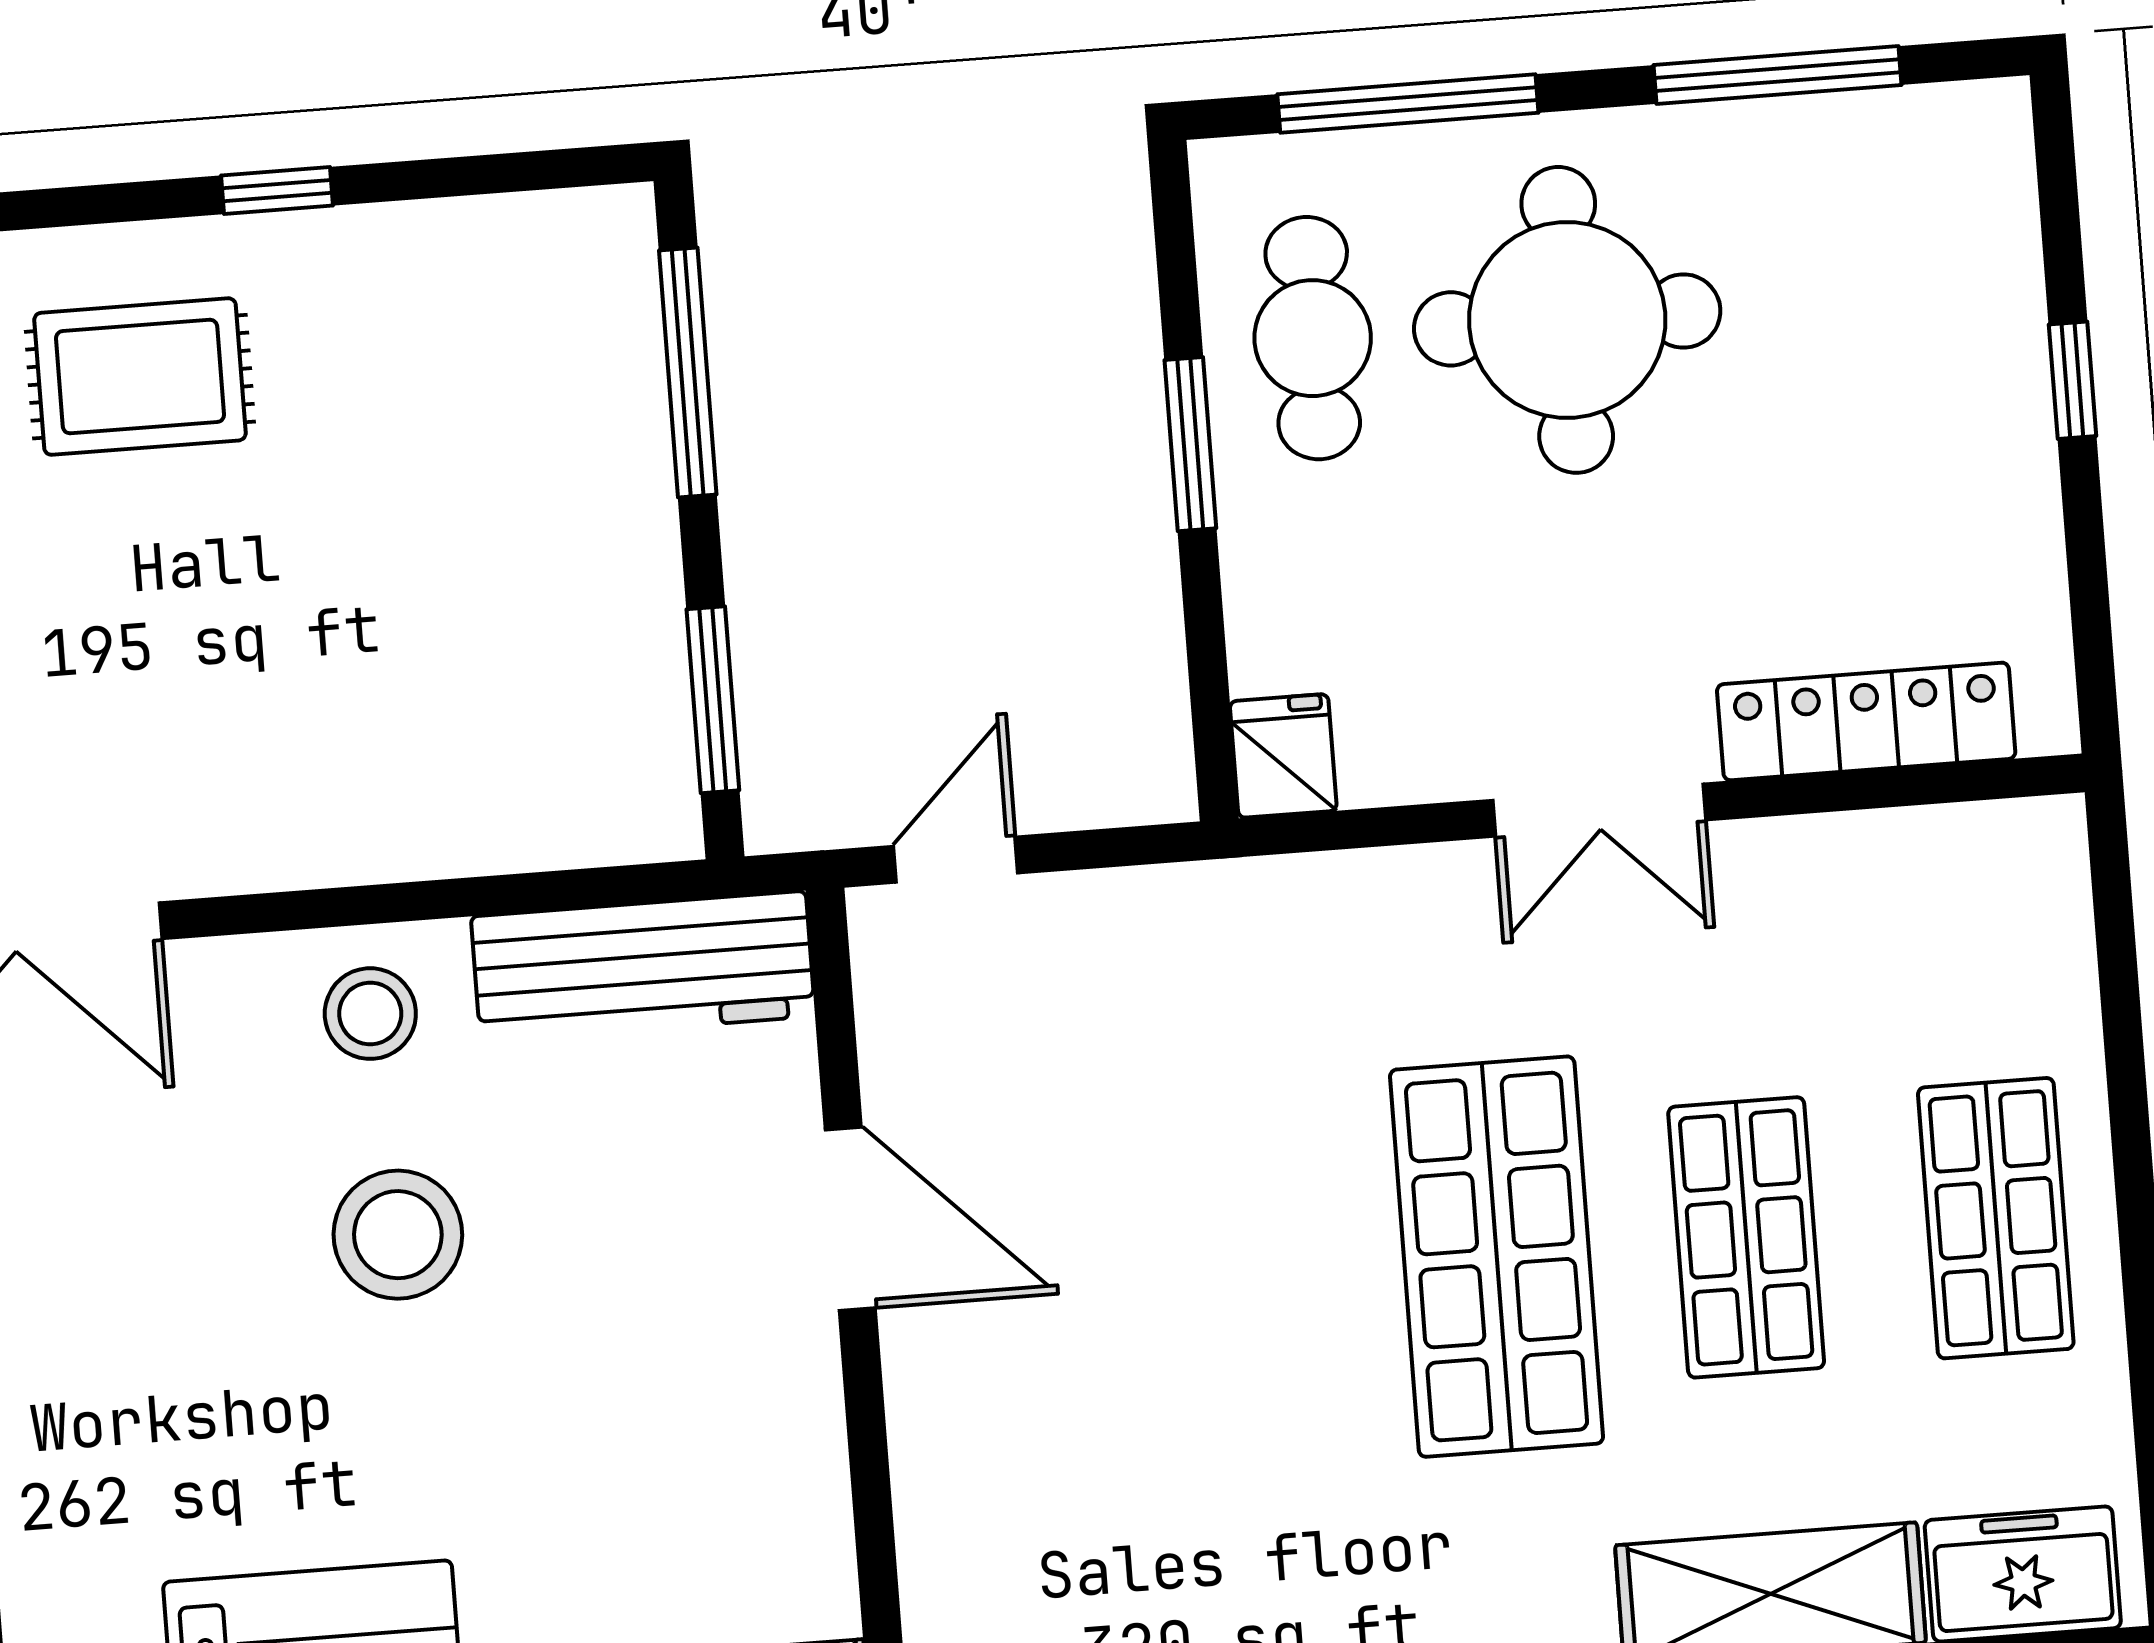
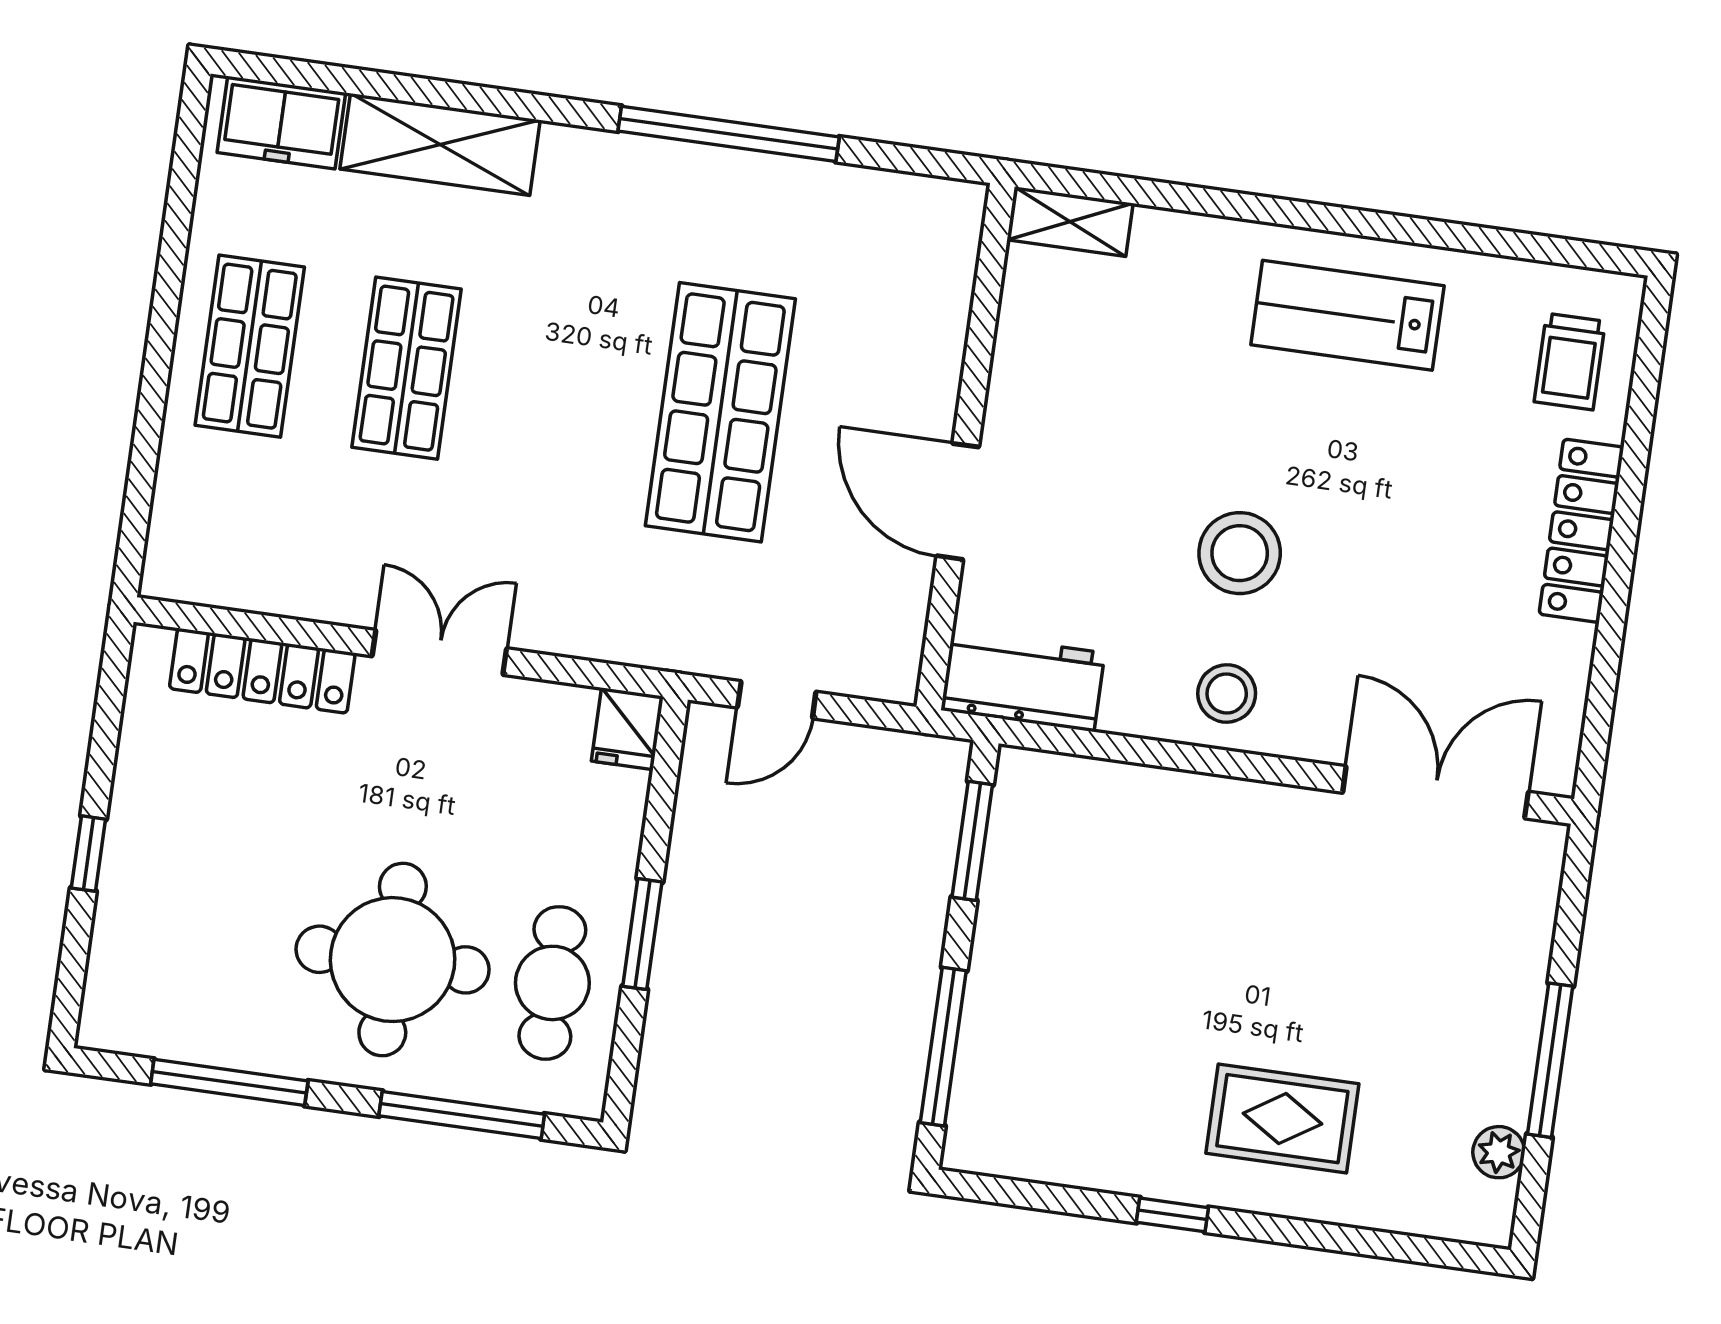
door: (956, 860) -> (777, 700), moved
workbench: (643, 966) -> (1023, 682), width x0.73
shop shelf: (1497, 1257) -> (720, 412), moved

